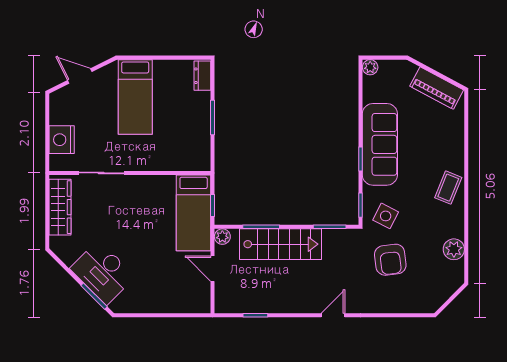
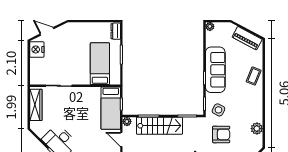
bed: (135, 97) -> (100, 64), moved, turned 180
nightstand: (62, 140) -> (37, 49), moved
coffee table: (448, 188) -> (254, 76), moved
armchair: (390, 260) -> (221, 134), turned -83

